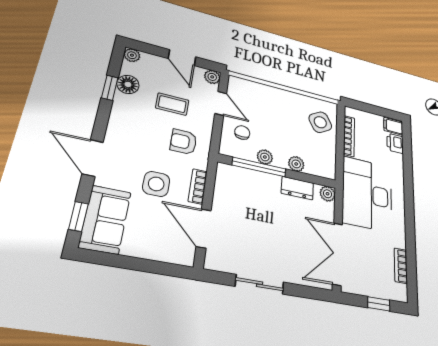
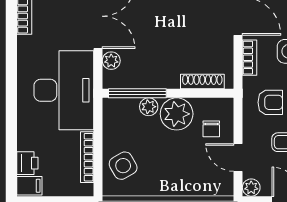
plant: (265, 157) -> (177, 114), width x1.88, depth x1.88
window: (259, 167) -> (137, 93), moved
shoe rack: (246, 175) -> (202, 82), added
dresser: (297, 188) -> (146, 79), removed
plant: (328, 194) -> (111, 61), moved

